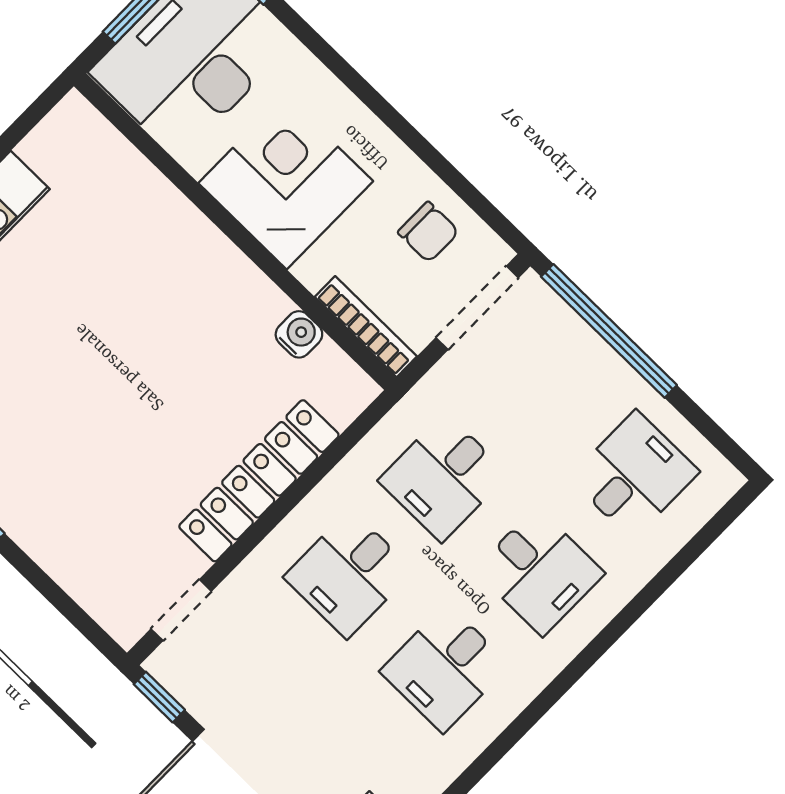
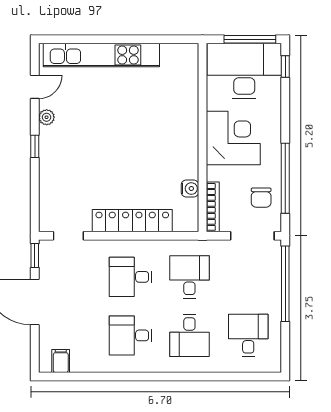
window: (436, 161) -> (285, 178), added
desk: (634, 475) -> (248, 335), turned -90
desk: (443, 477) -> (189, 277), turned 90

